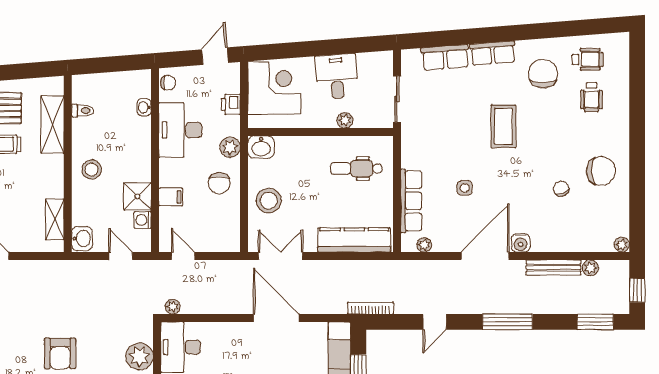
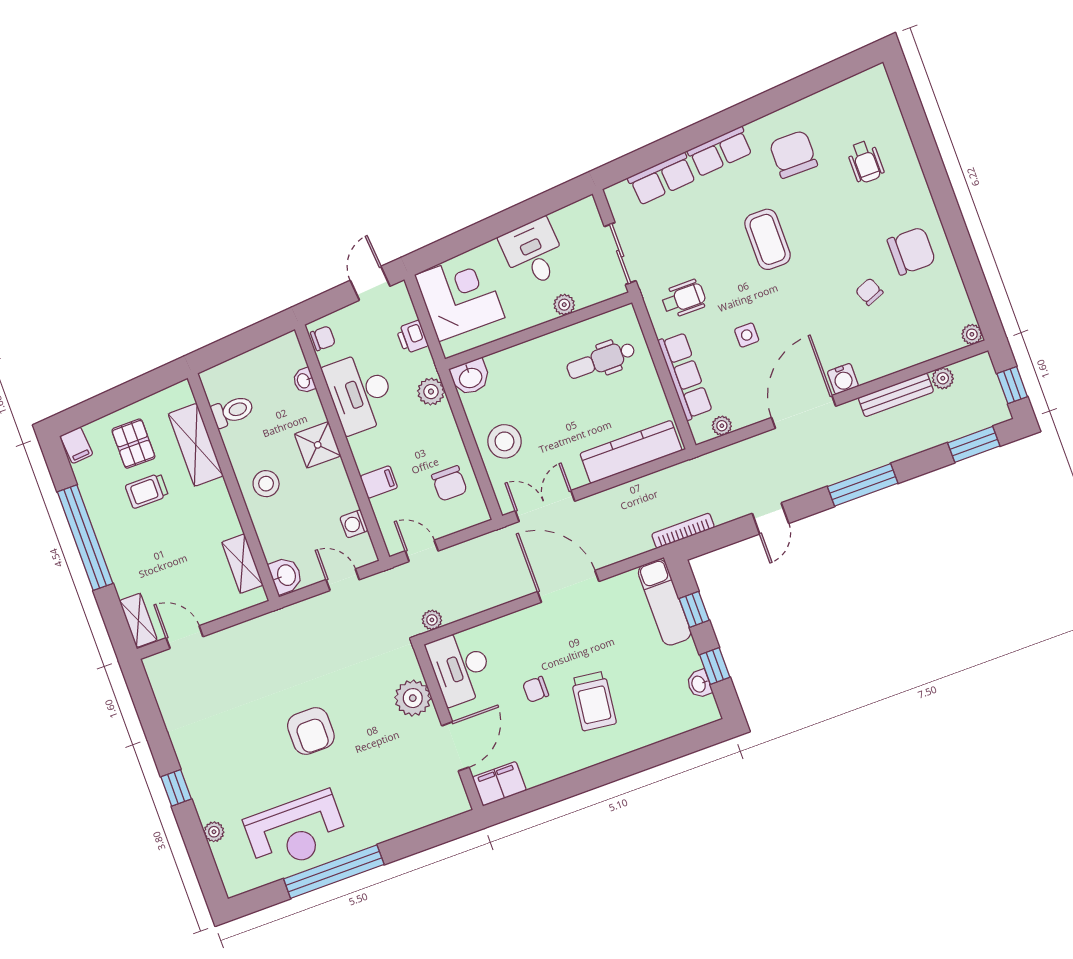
wheelchair: (588, 59) -> (684, 299), moved
toilet: (82, 110) -> (233, 411), width x1.37, depth x1.39
chair: (219, 183) -> (449, 483), moved
shower: (137, 196) -> (318, 445), moved

